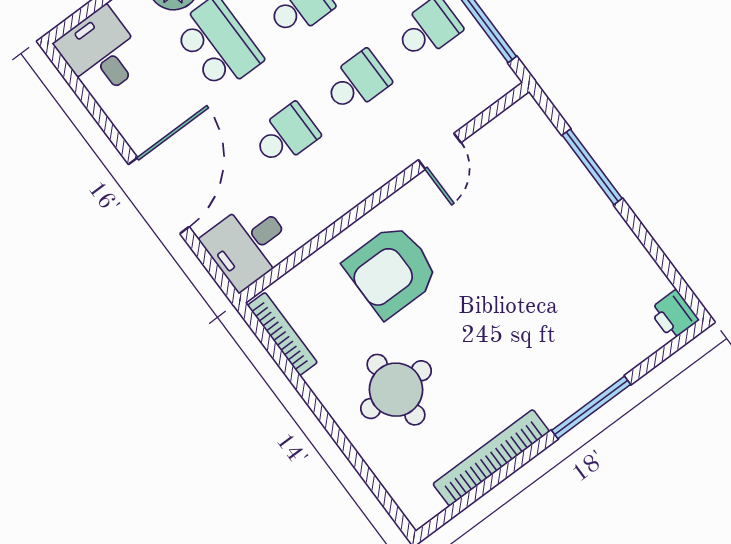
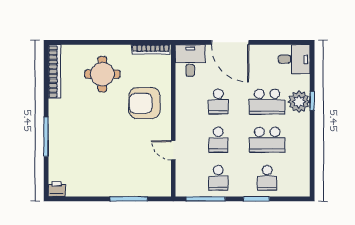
armchair: (391, 271) -> (144, 103), turned -90
bookcase: (491, 458) -> (54, 71), moved

